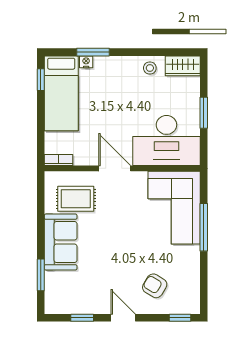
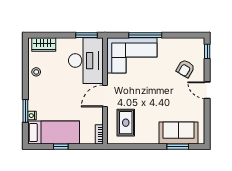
wardrobe: (183, 66) -> (44, 44), moved, turned 90
window: (41, 80) -> (61, 147), moved
window: (204, 113) -> (87, 35), moved
sofa: (61, 242) -> (178, 133), moved
window: (82, 318) -> (207, 118), removed
door: (123, 318) -> (207, 90), hinge flipped

